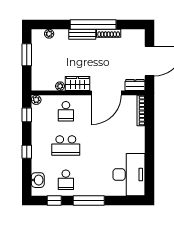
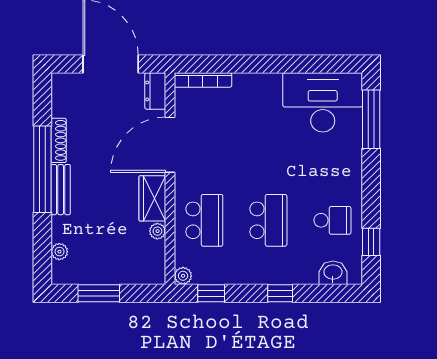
door: (106, 93) -> (170, 145), swing flipped
school desk: (66, 111) -> (204, 220), width x1.85
window: (89, 200) -> (371, 119), moved

